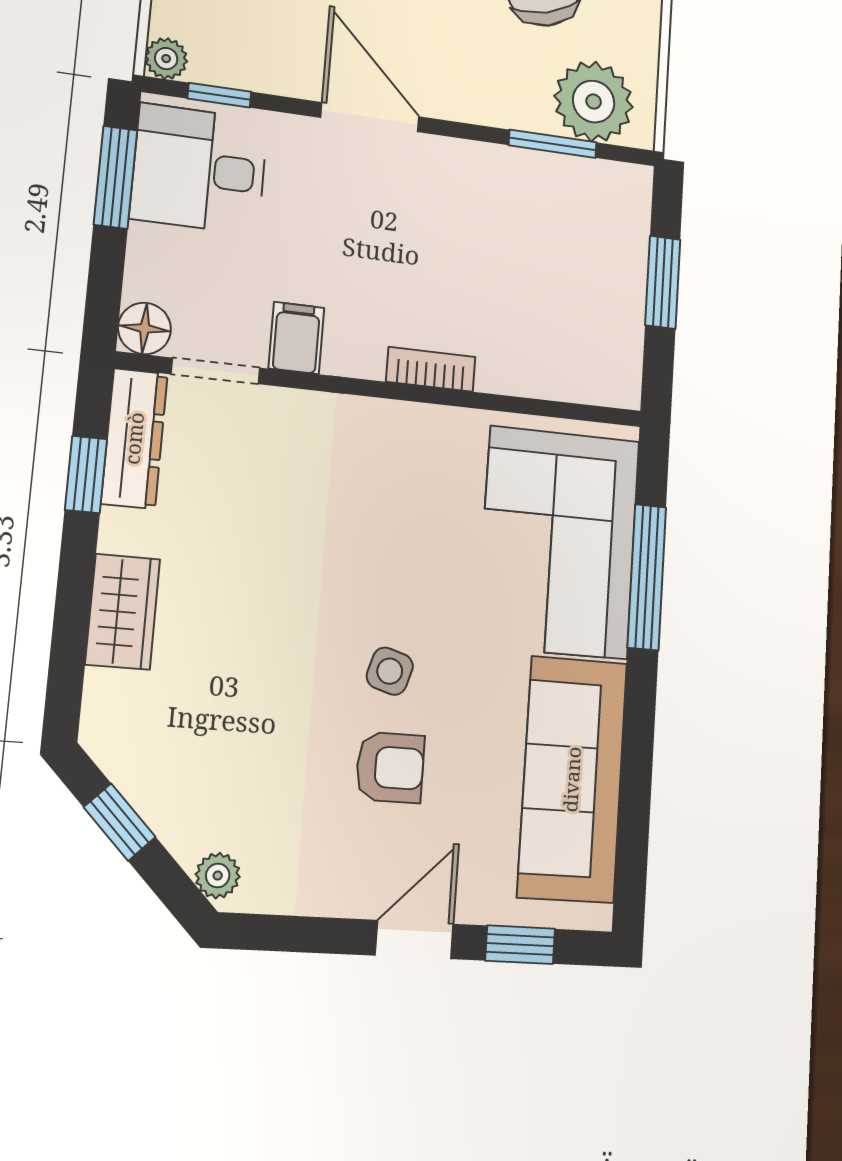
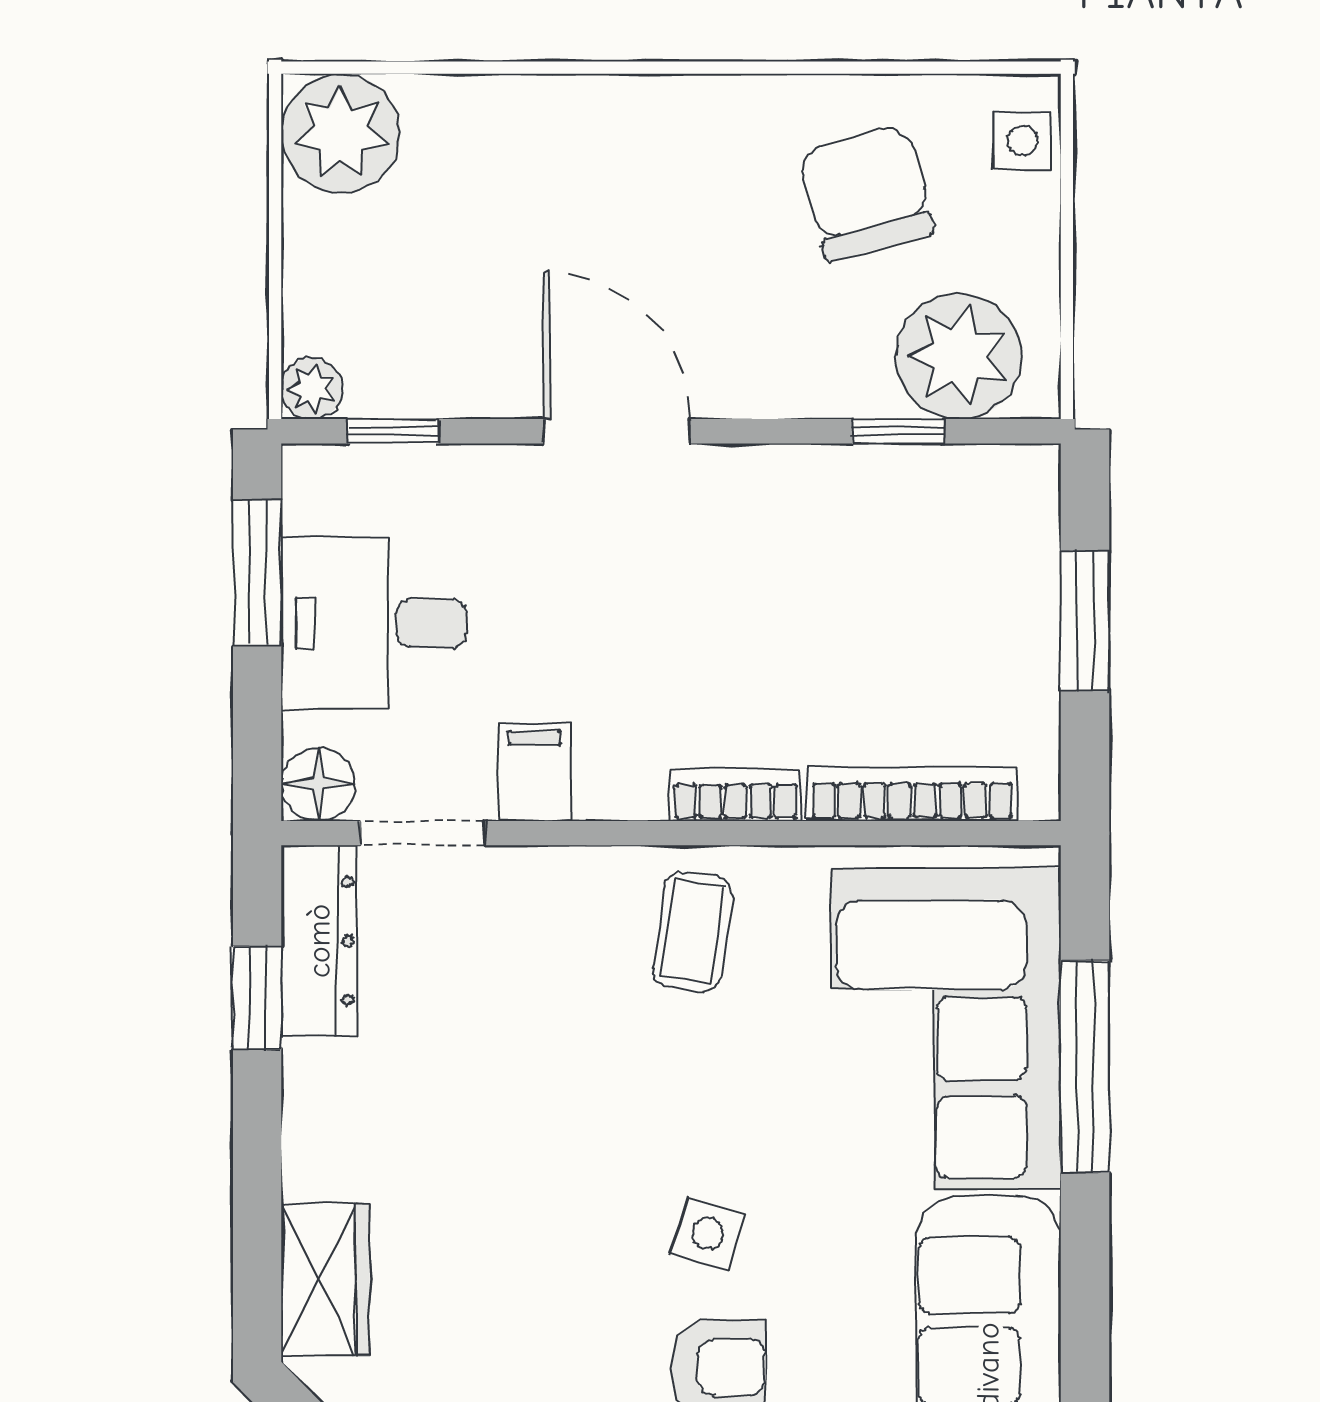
window: (553, 144) -> (898, 431), width x0.67
desk: (199, 169) -> (374, 623), moved
bookcase: (547, 382) -> (912, 794), added
coffee table: (395, 459) -> (692, 932), added
wardrobe: (123, 612) -> (325, 1279), moved

